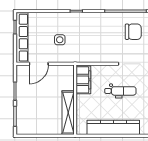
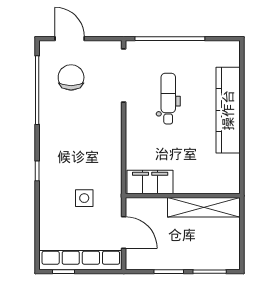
filing cabinet: (83, 80) -> (150, 182), moved
wall: (75, 100) -> (183, 196), moved
shelving: (68, 113) -> (204, 207), moved

